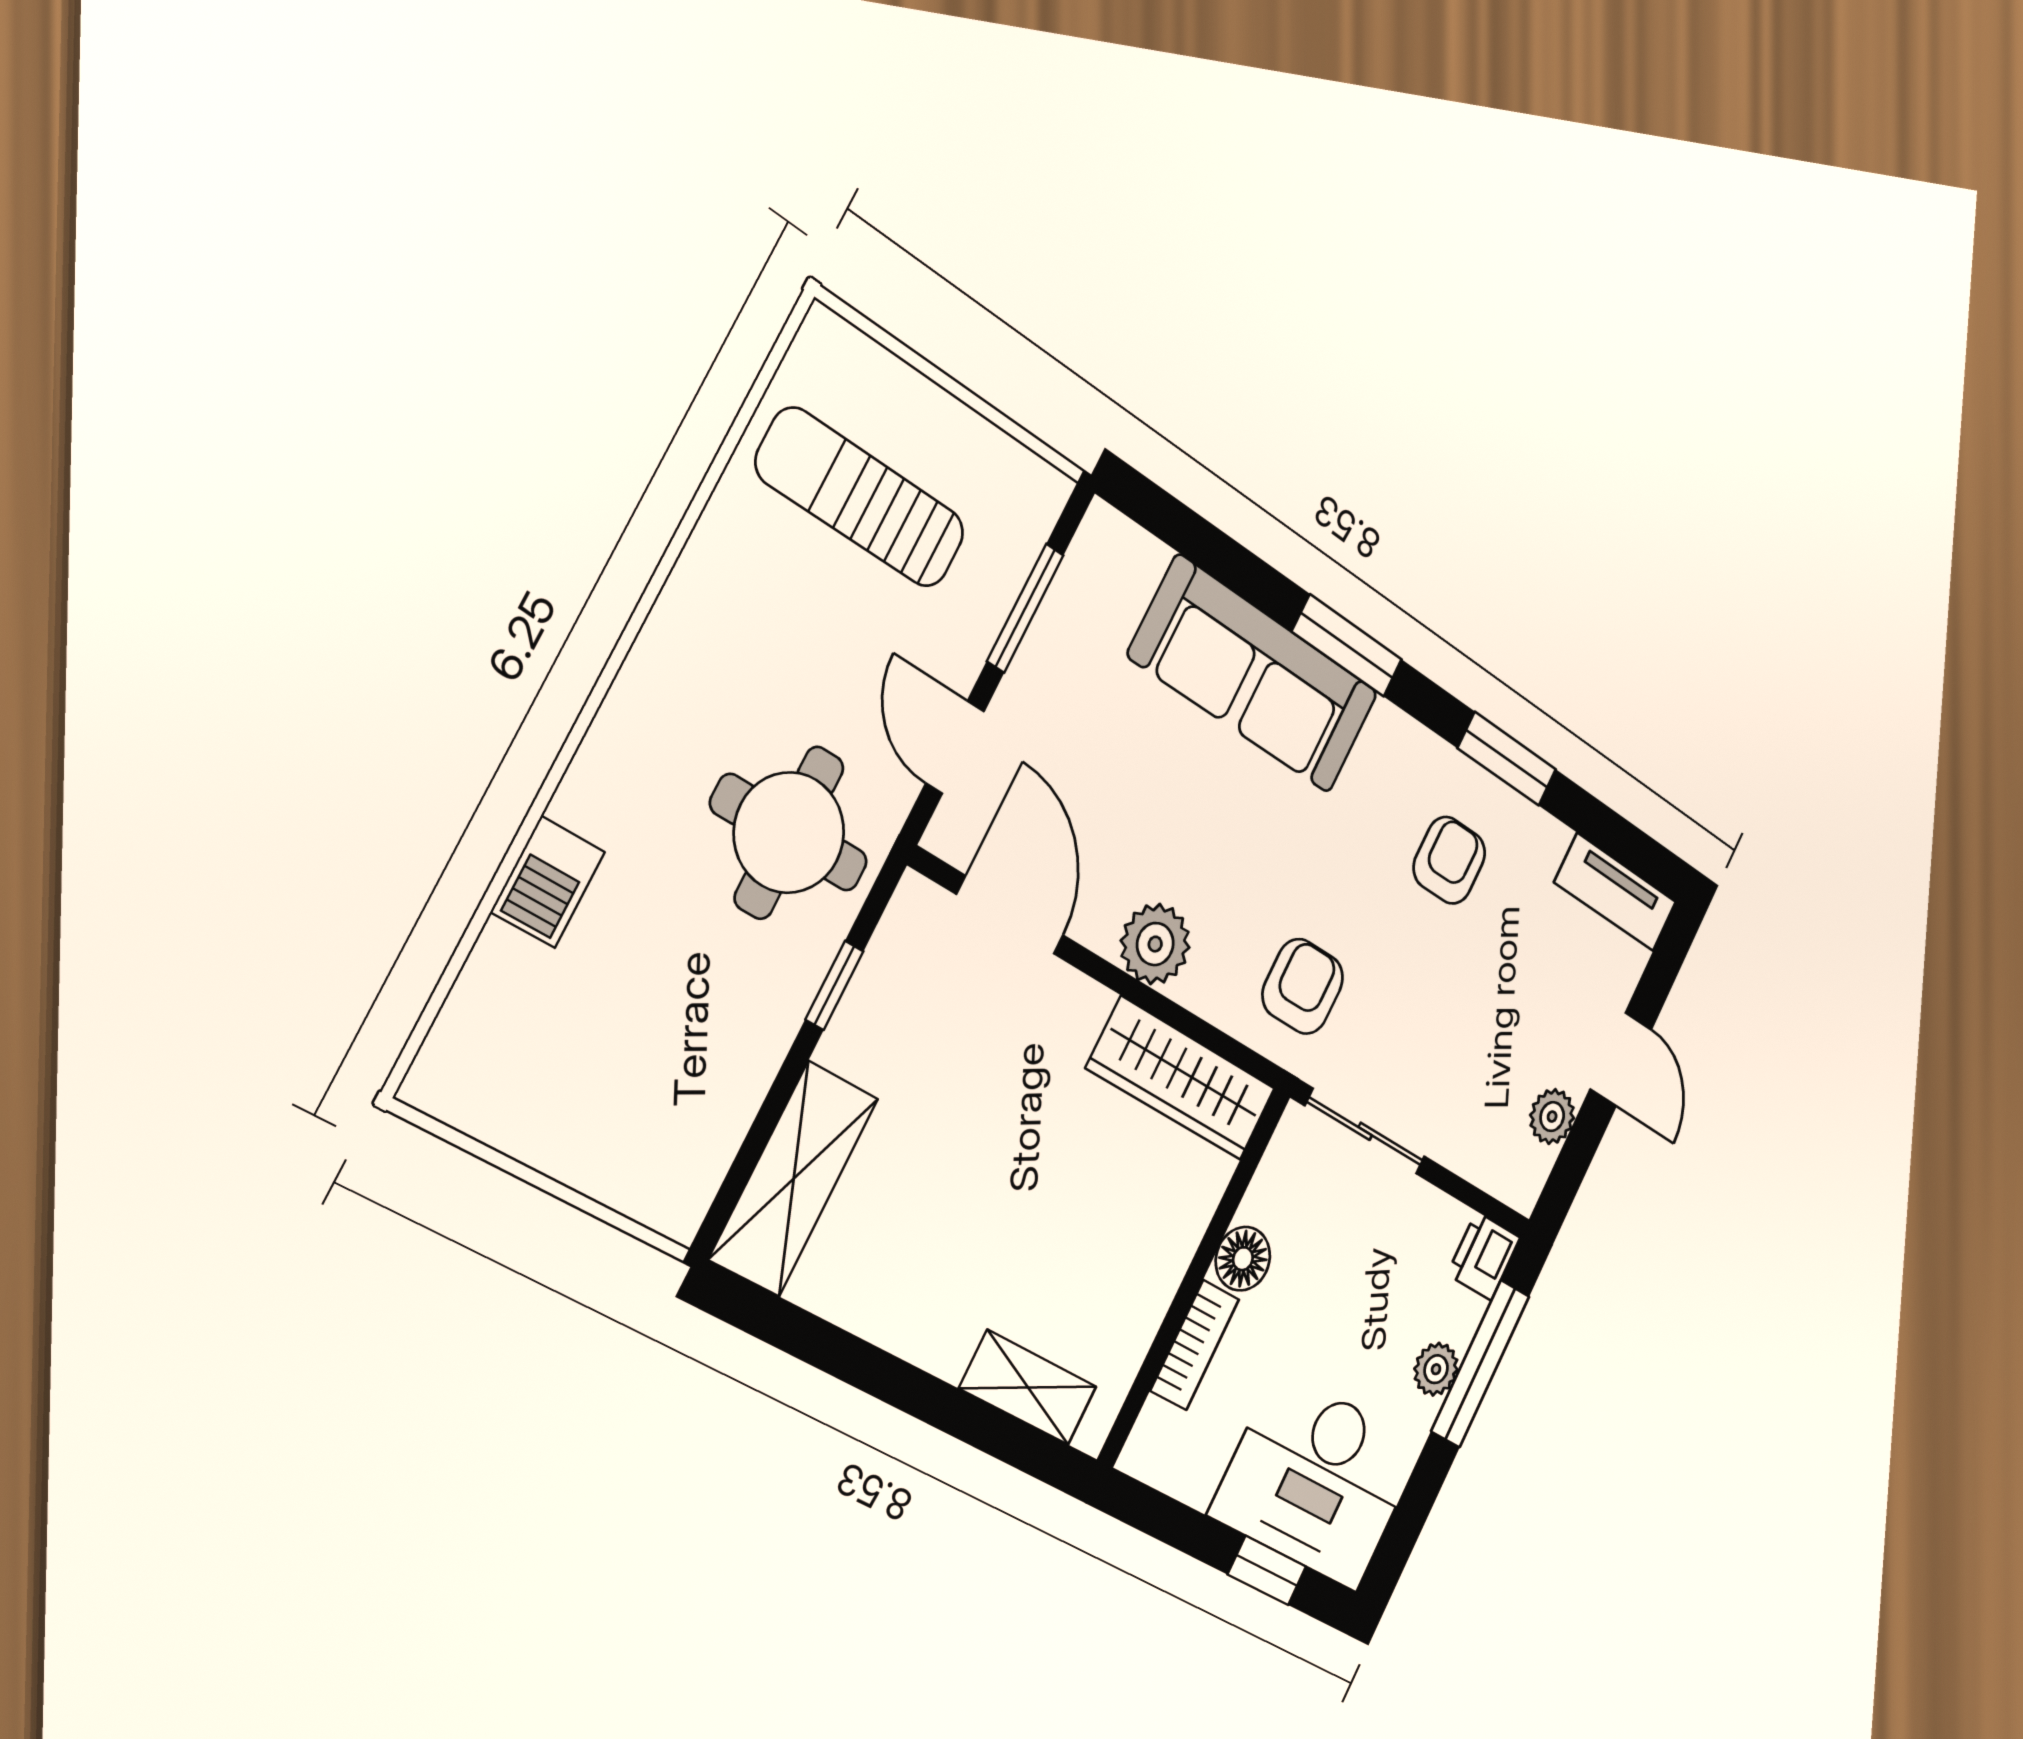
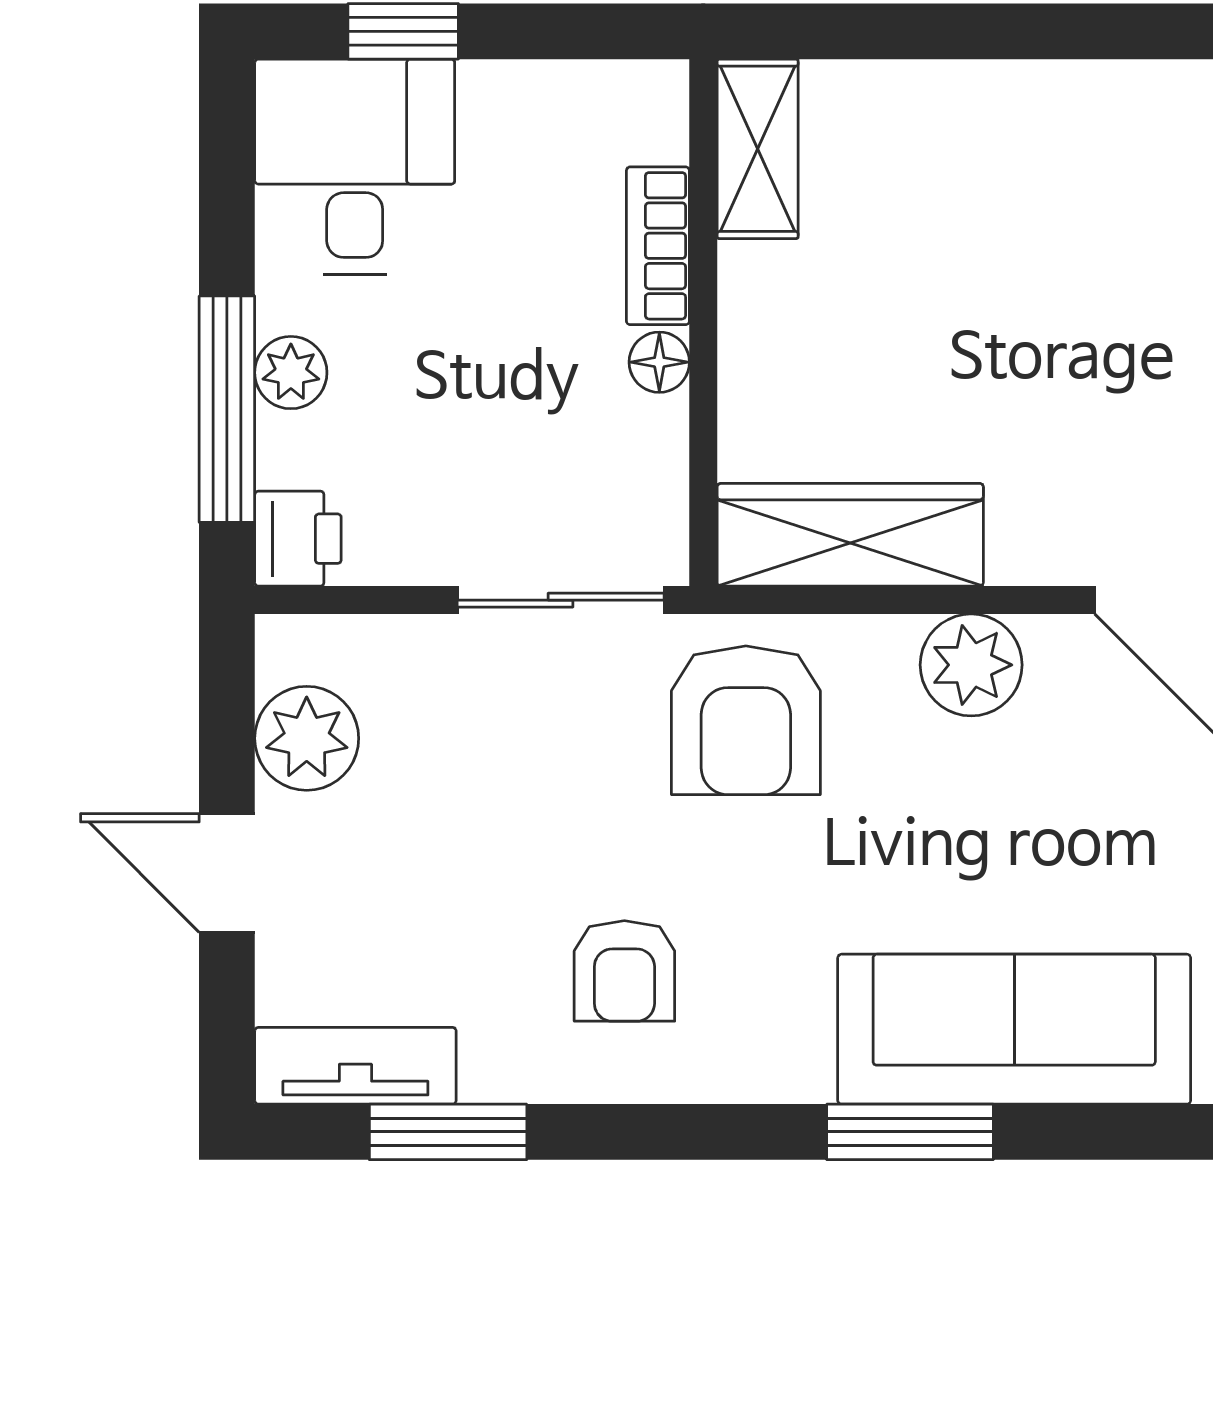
window: (1507, 759) -> (448, 1132), moved
armchair: (1303, 986) -> (746, 720), width x1.38, depth x1.38
plant: (1552, 1117) -> (307, 738), width x1.38, depth x1.38
floor lamp: (1243, 1259) -> (659, 362), width x0.73, depth x0.73
shelving: (1028, 1387) -> (758, 149), moved, turned 90
desk: (1317, 1480) -> (355, 167), width x0.73

